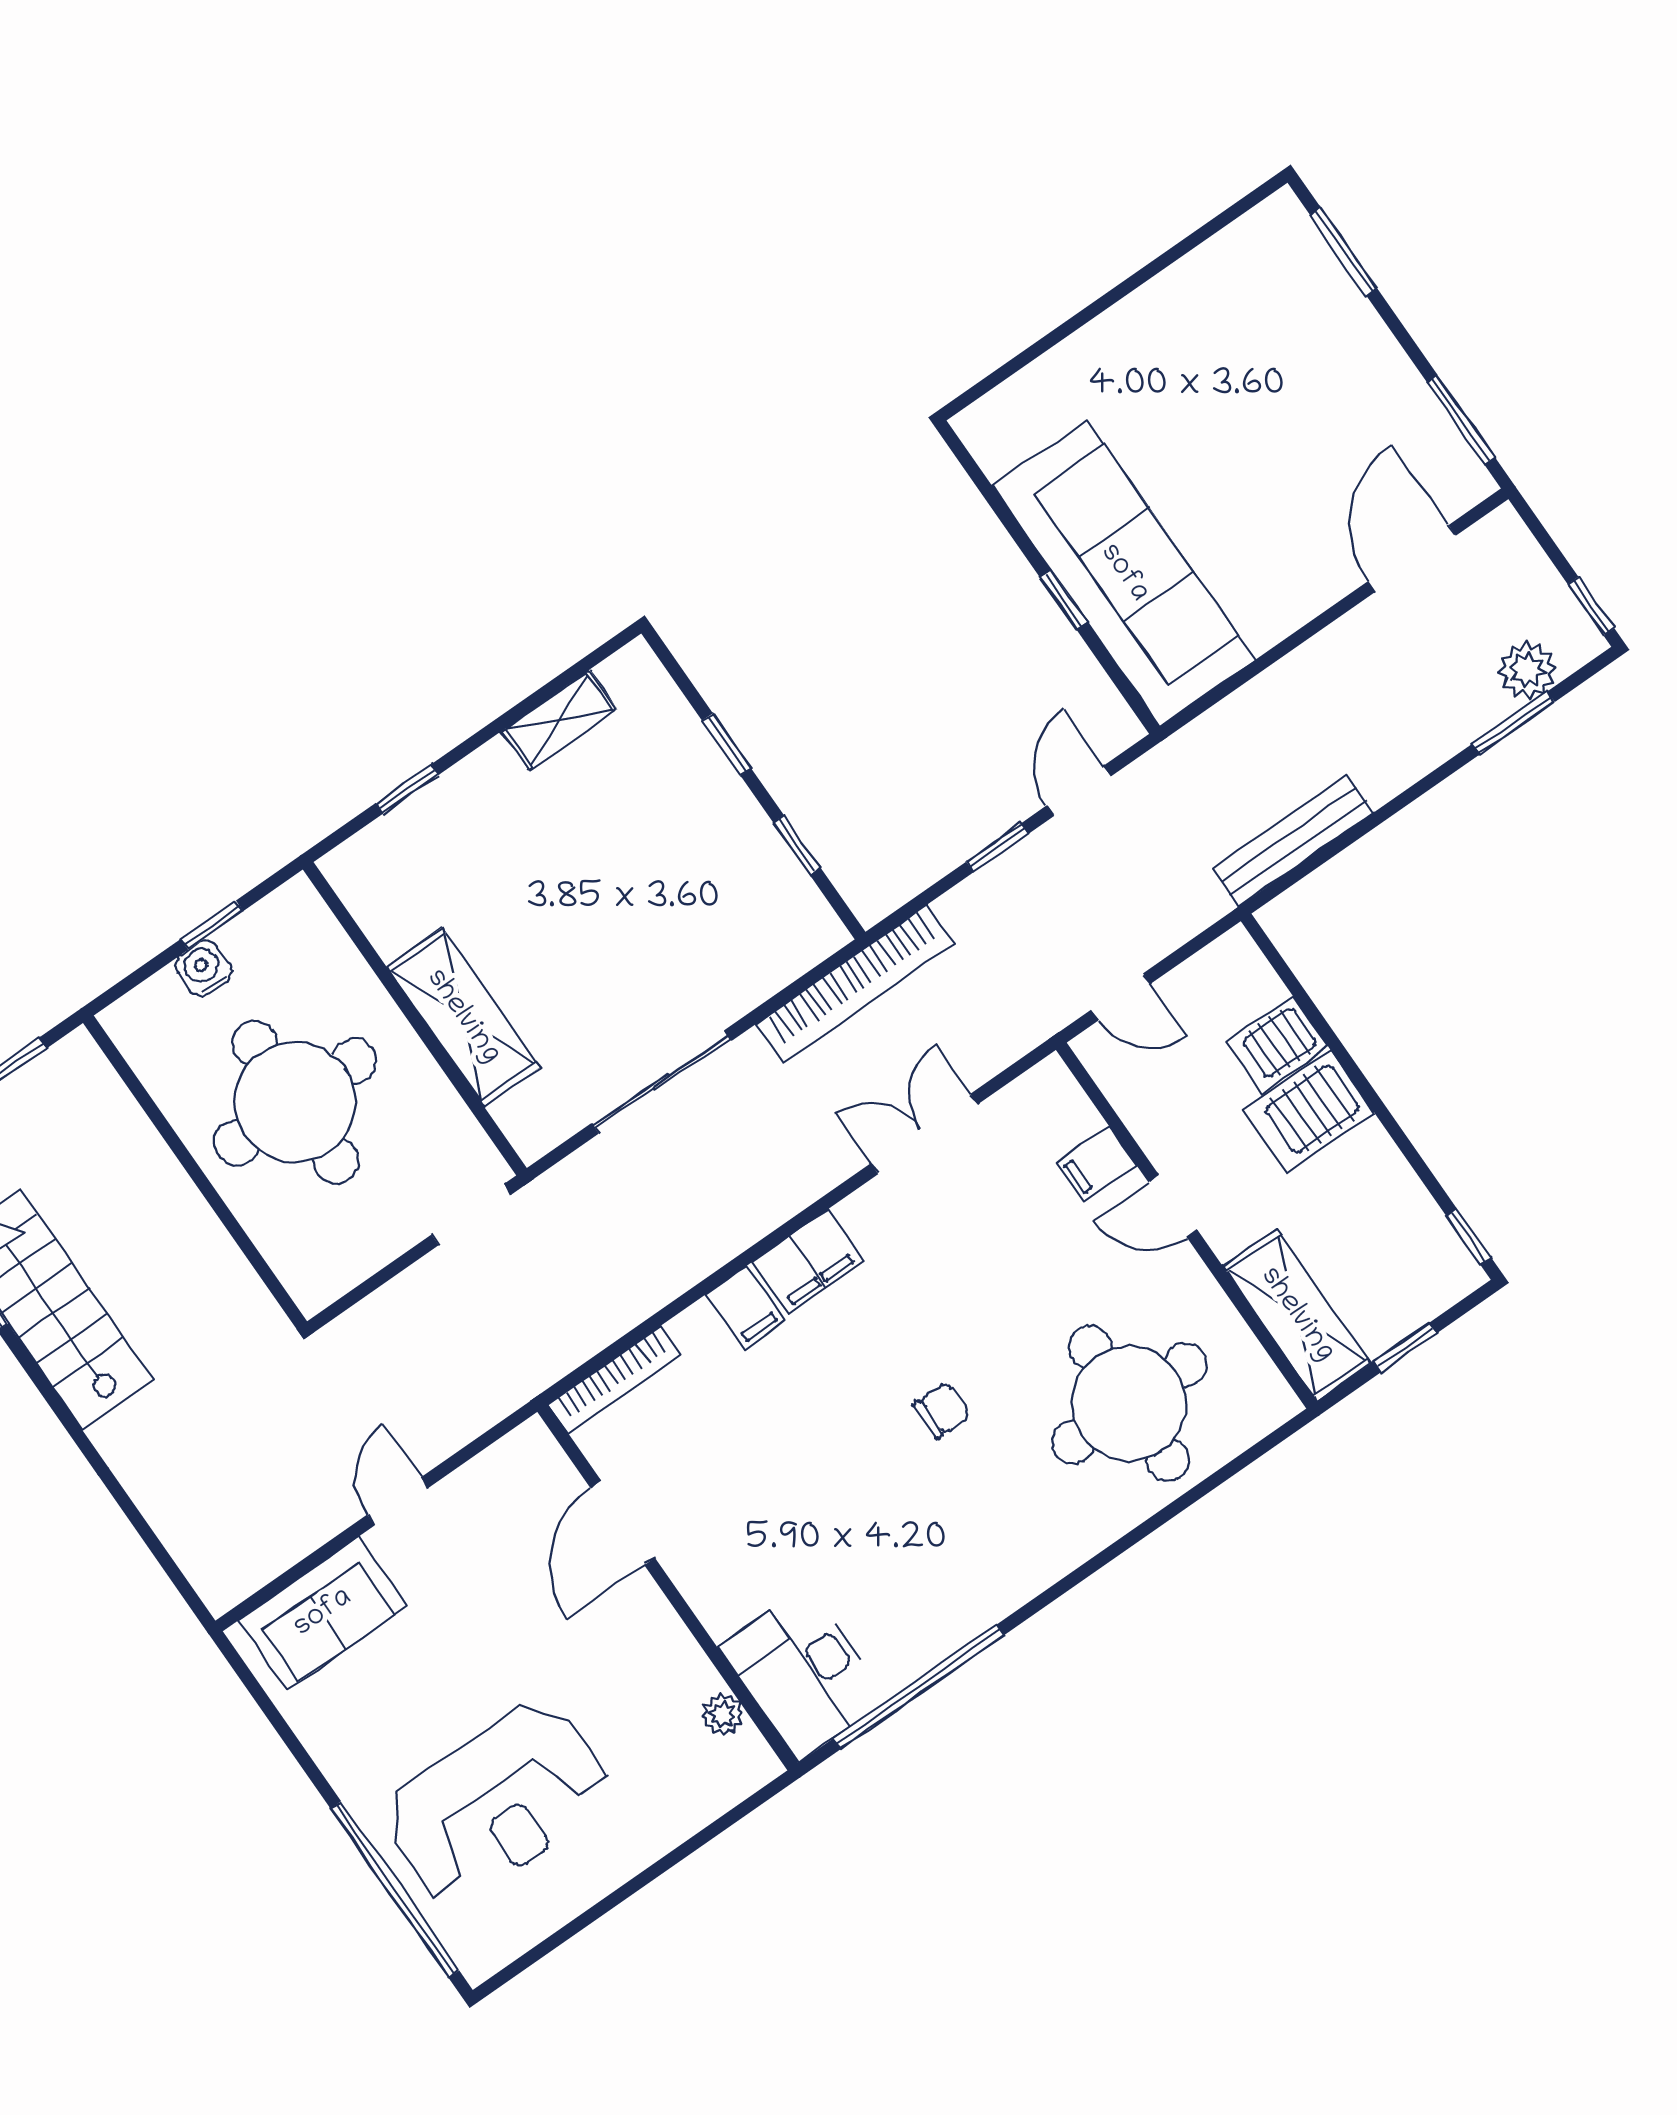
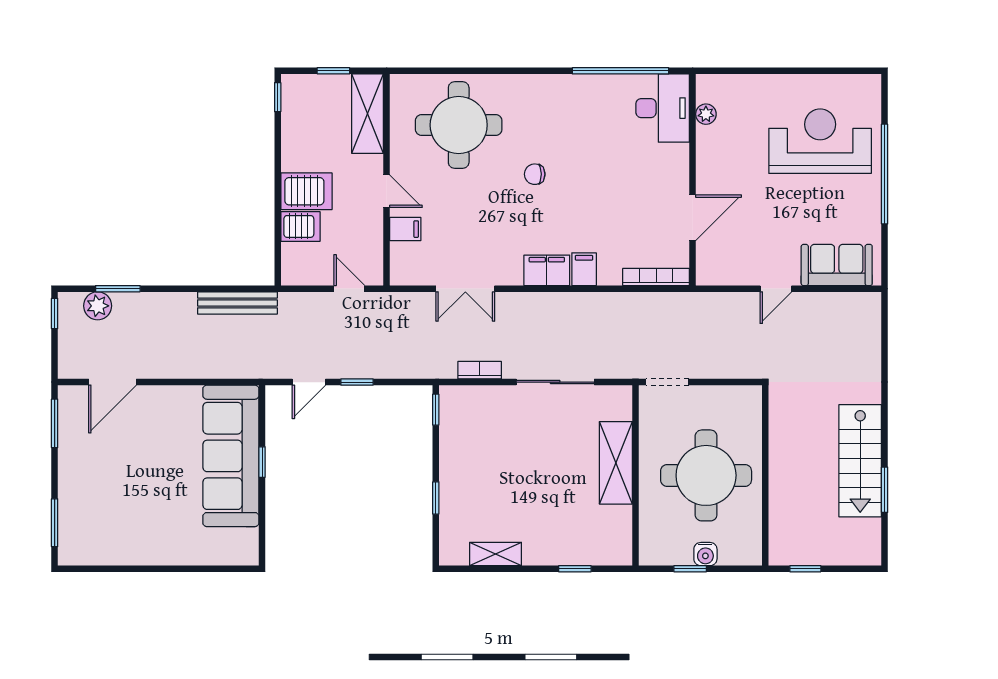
window: (797, 845) -> (436, 410), moved
bookcase: (855, 983) -> (480, 370), width x0.43, depth x0.76
window: (395, 1890) -> (885, 174), moved

